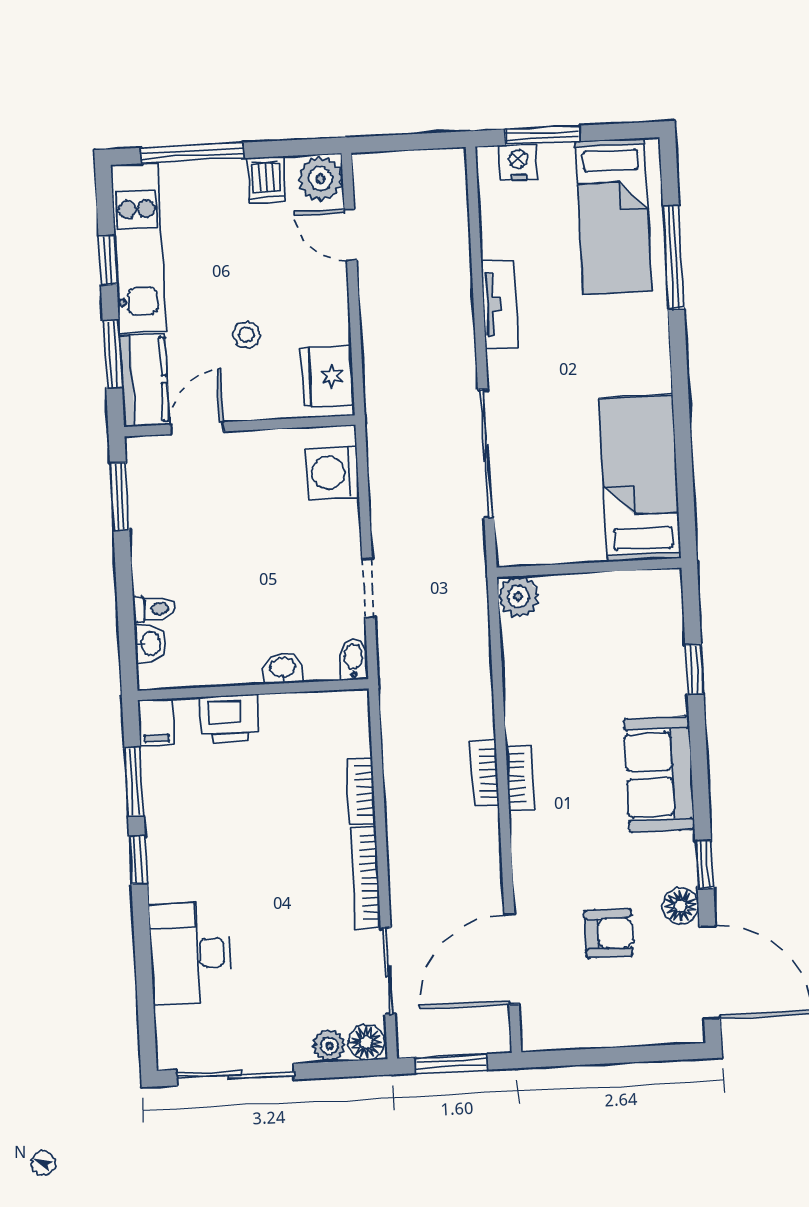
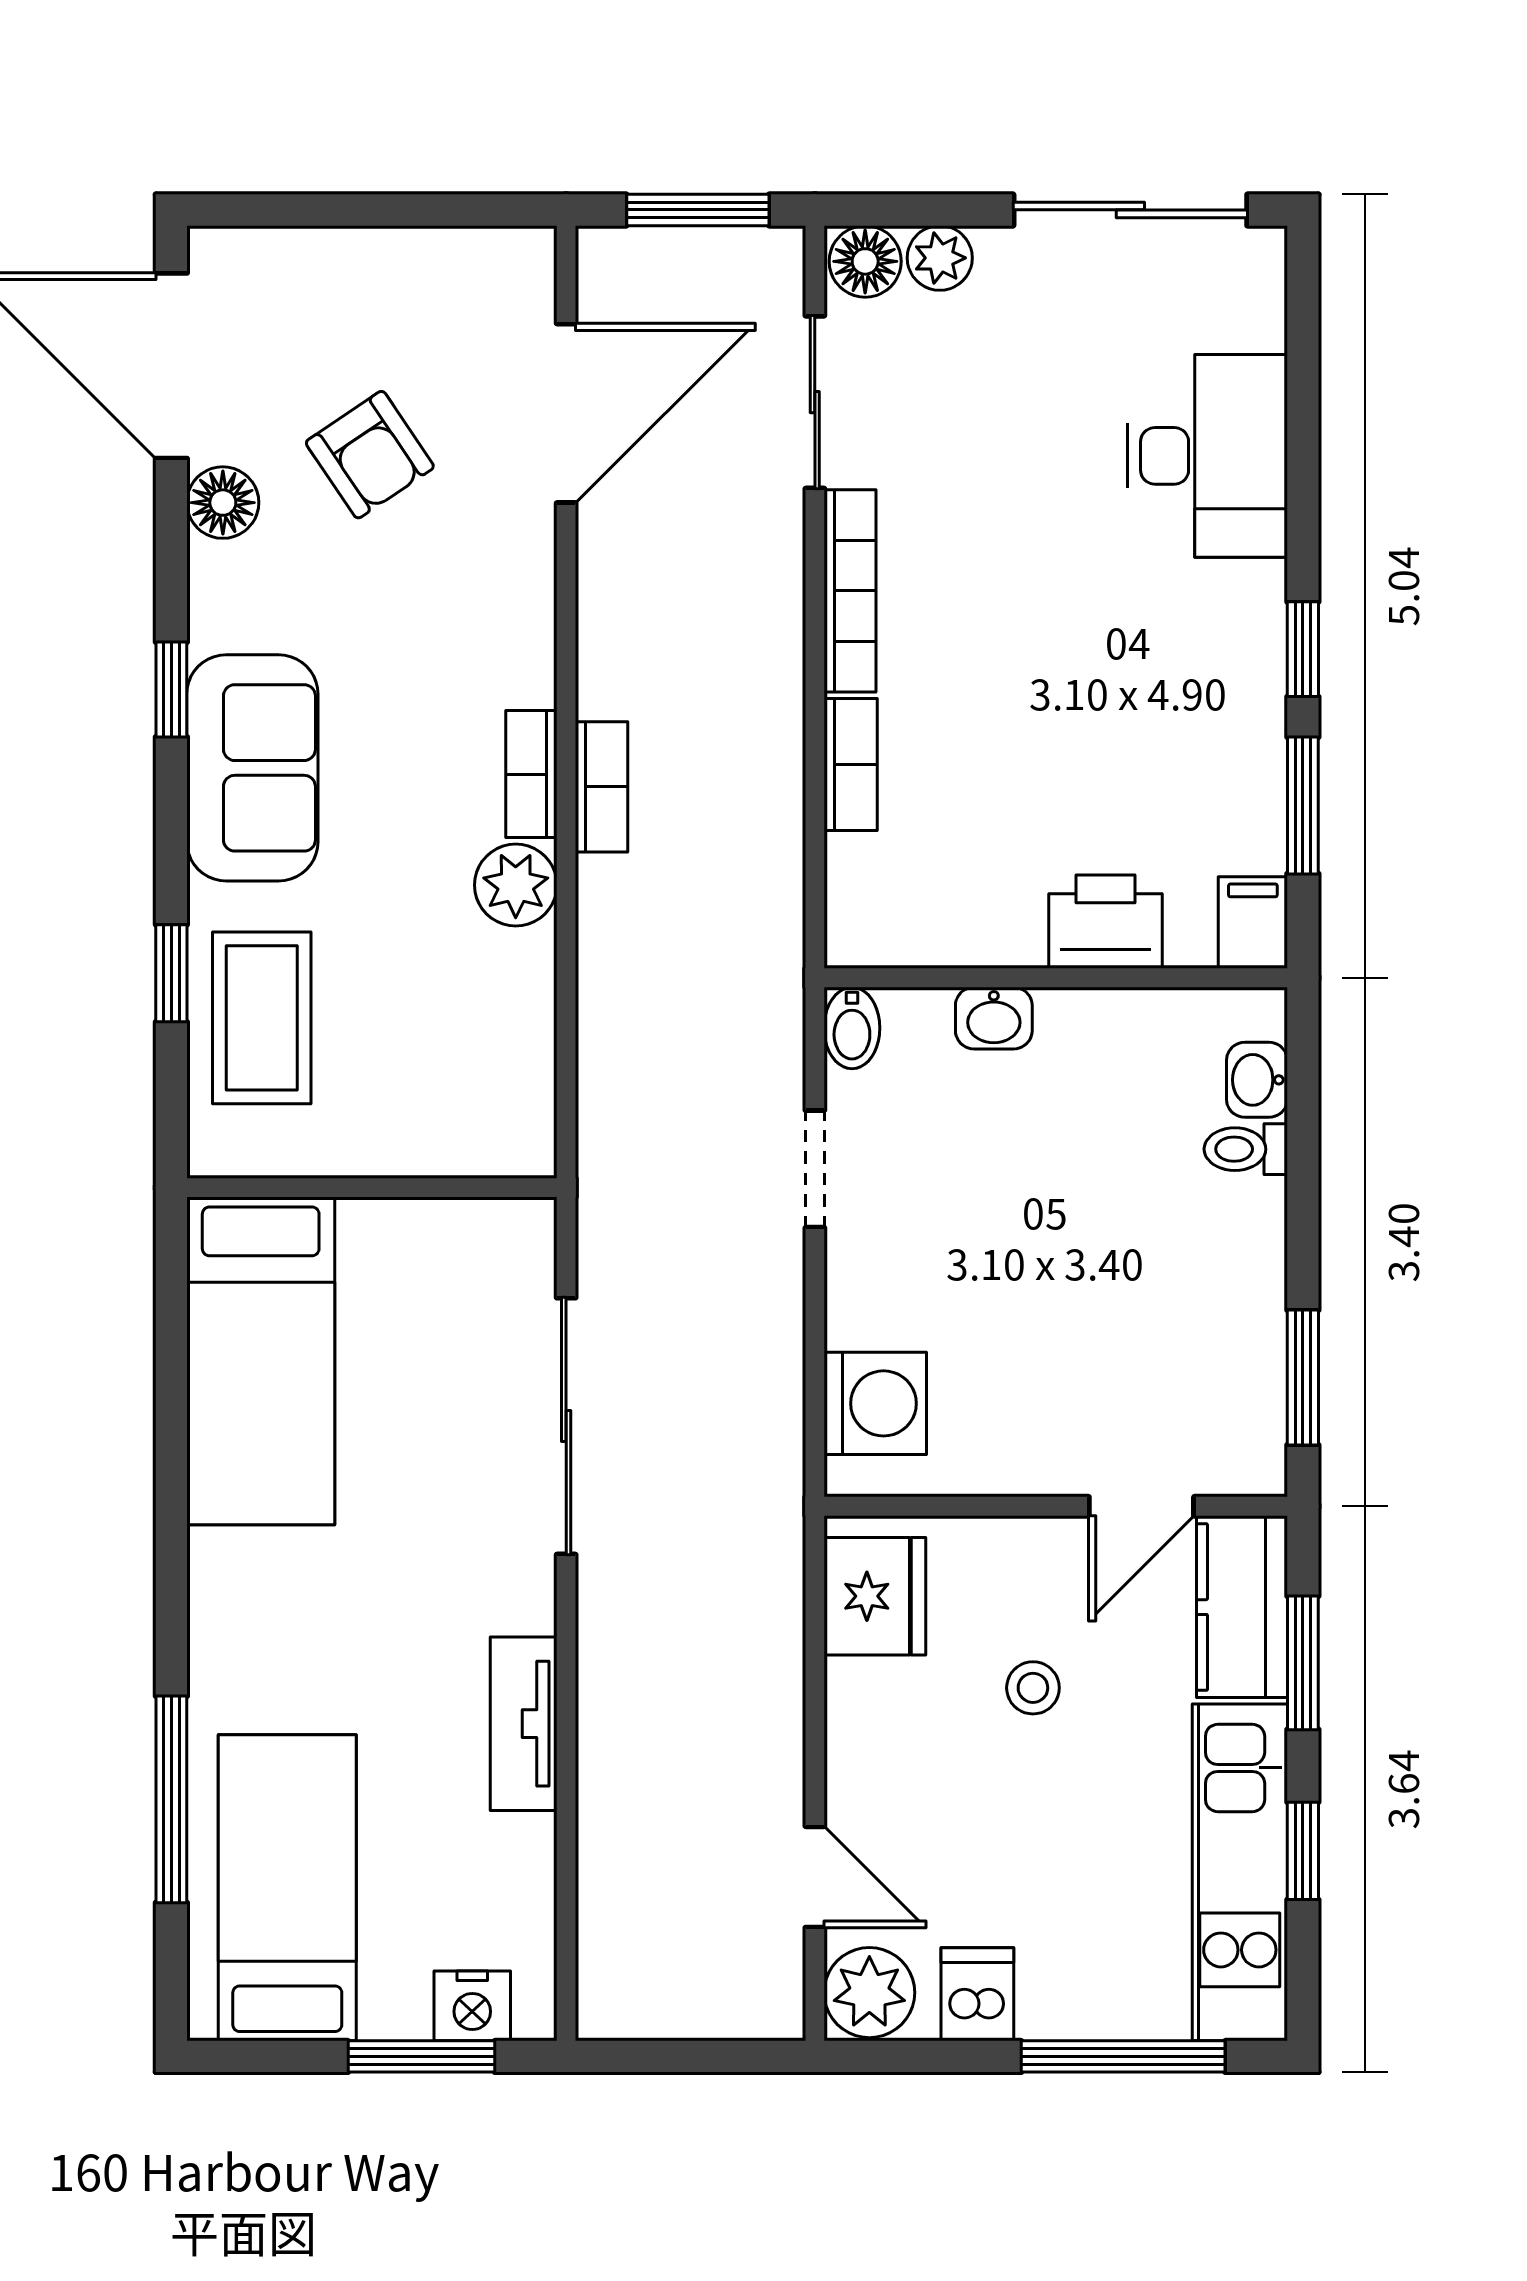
plant: (519, 596) -> (516, 885), moved
coffee table: (648, 649) -> (262, 1018), added
window: (704, 865) -> (171, 690), moved
armchair: (609, 933) -> (370, 455), turned -124

